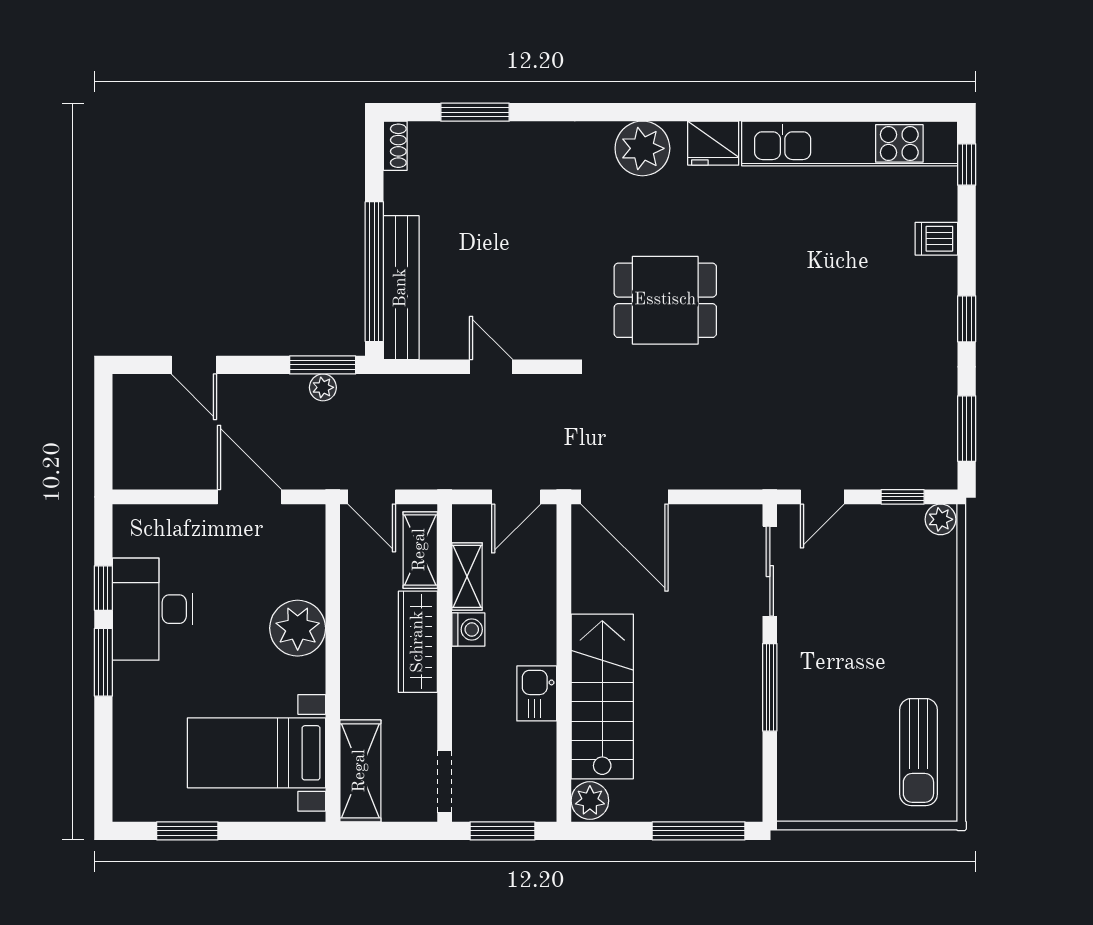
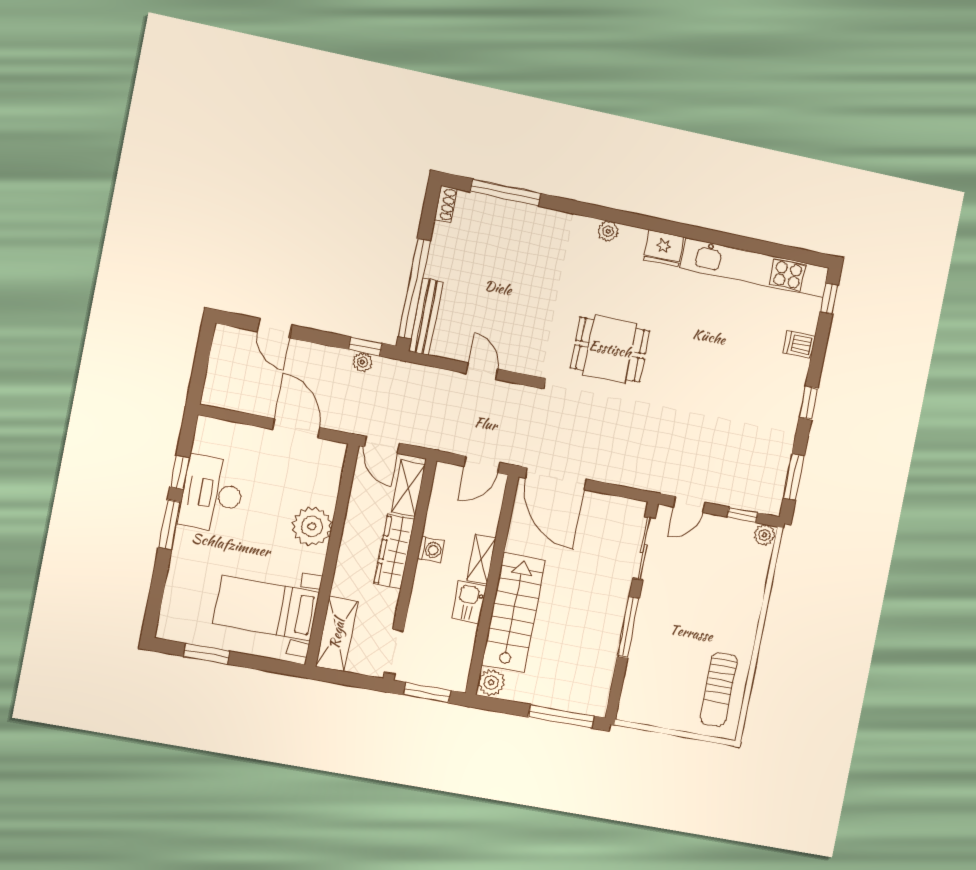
window: (475, 112) -> (506, 193), width x1.44
plant: (642, 148) -> (608, 231), width x0.53, depth x0.53
bench: (401, 288) -> (426, 317), width x0.73, depth x0.82
window: (323, 365) -> (365, 346), width x0.67
shelving: (467, 576) -> (481, 559), moved

